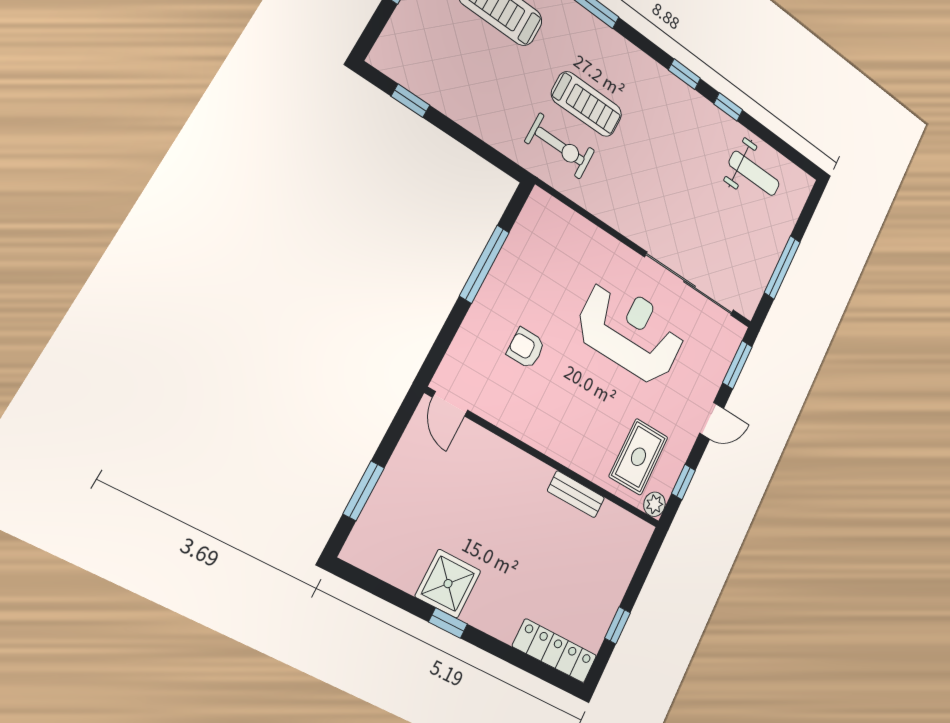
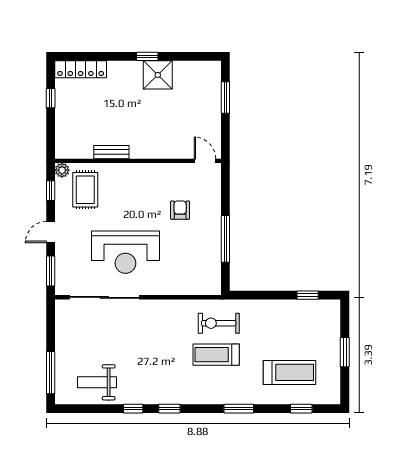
window: (782, 267) -> (51, 373), moved
armchair: (526, 348) -> (180, 210), turned -90

